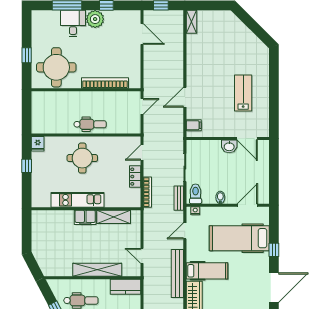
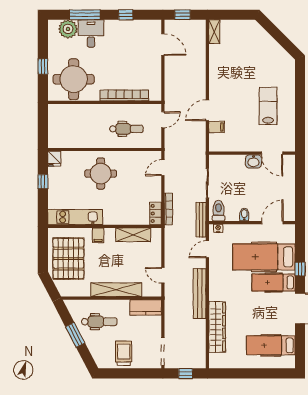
plant: (95, 19) -> (68, 29), moved
dental chair: (90, 124) -> (126, 129), moved
filing cabinet: (194, 125) -> (217, 127), moved
locker: (135, 177) -> (156, 213), moved
bench: (179, 198) -> (201, 220), width x1.36
kitchen unit: (78, 200) -> (75, 217), moved
filing cabinet: (85, 217) -> (98, 235), width x0.50
pallet: (51, 240) -> (68, 259), added
hospital bed: (207, 271) -> (274, 282), moved, turned 180

